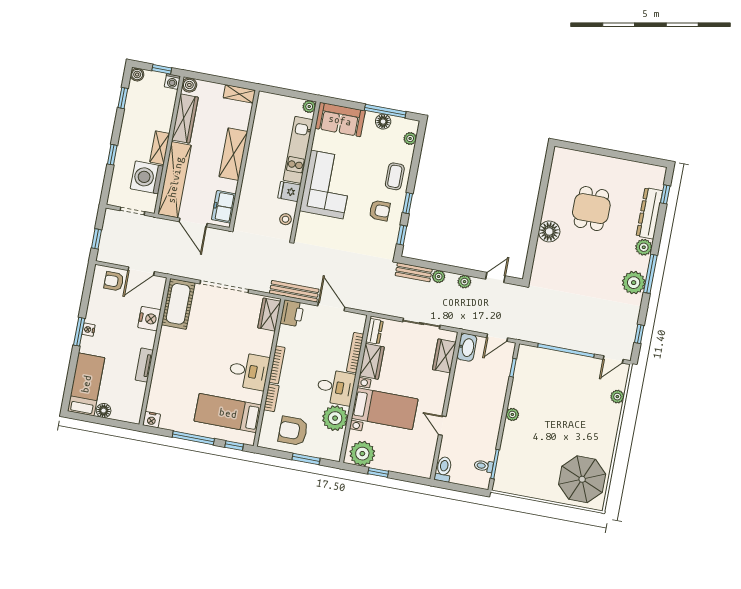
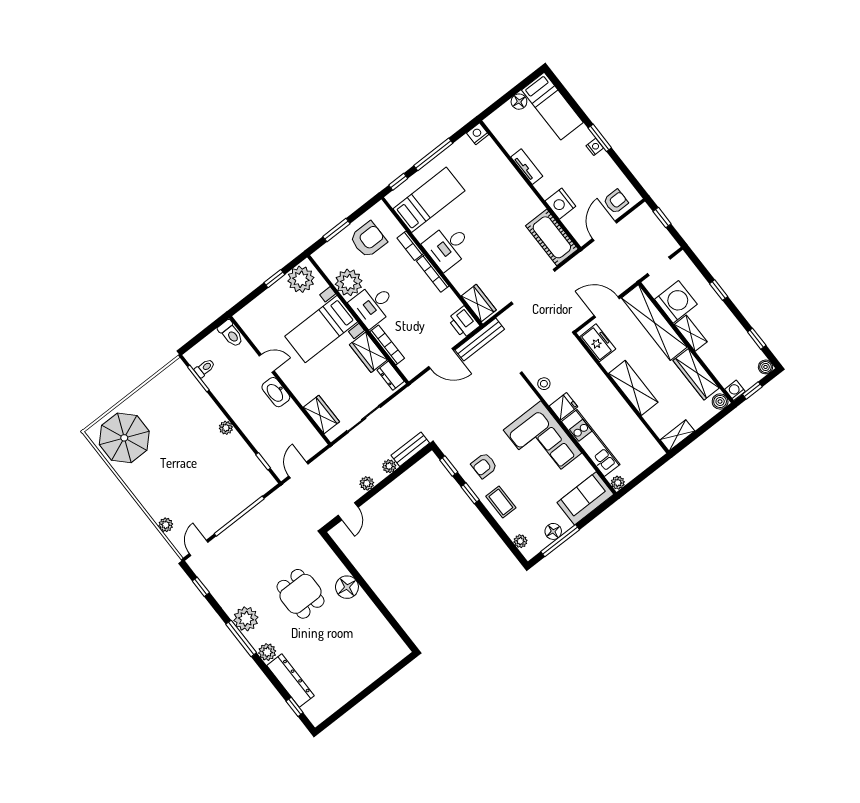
dining table: (591, 209) -> (300, 594), moved
washbasin: (467, 347) -> (276, 392), moved

